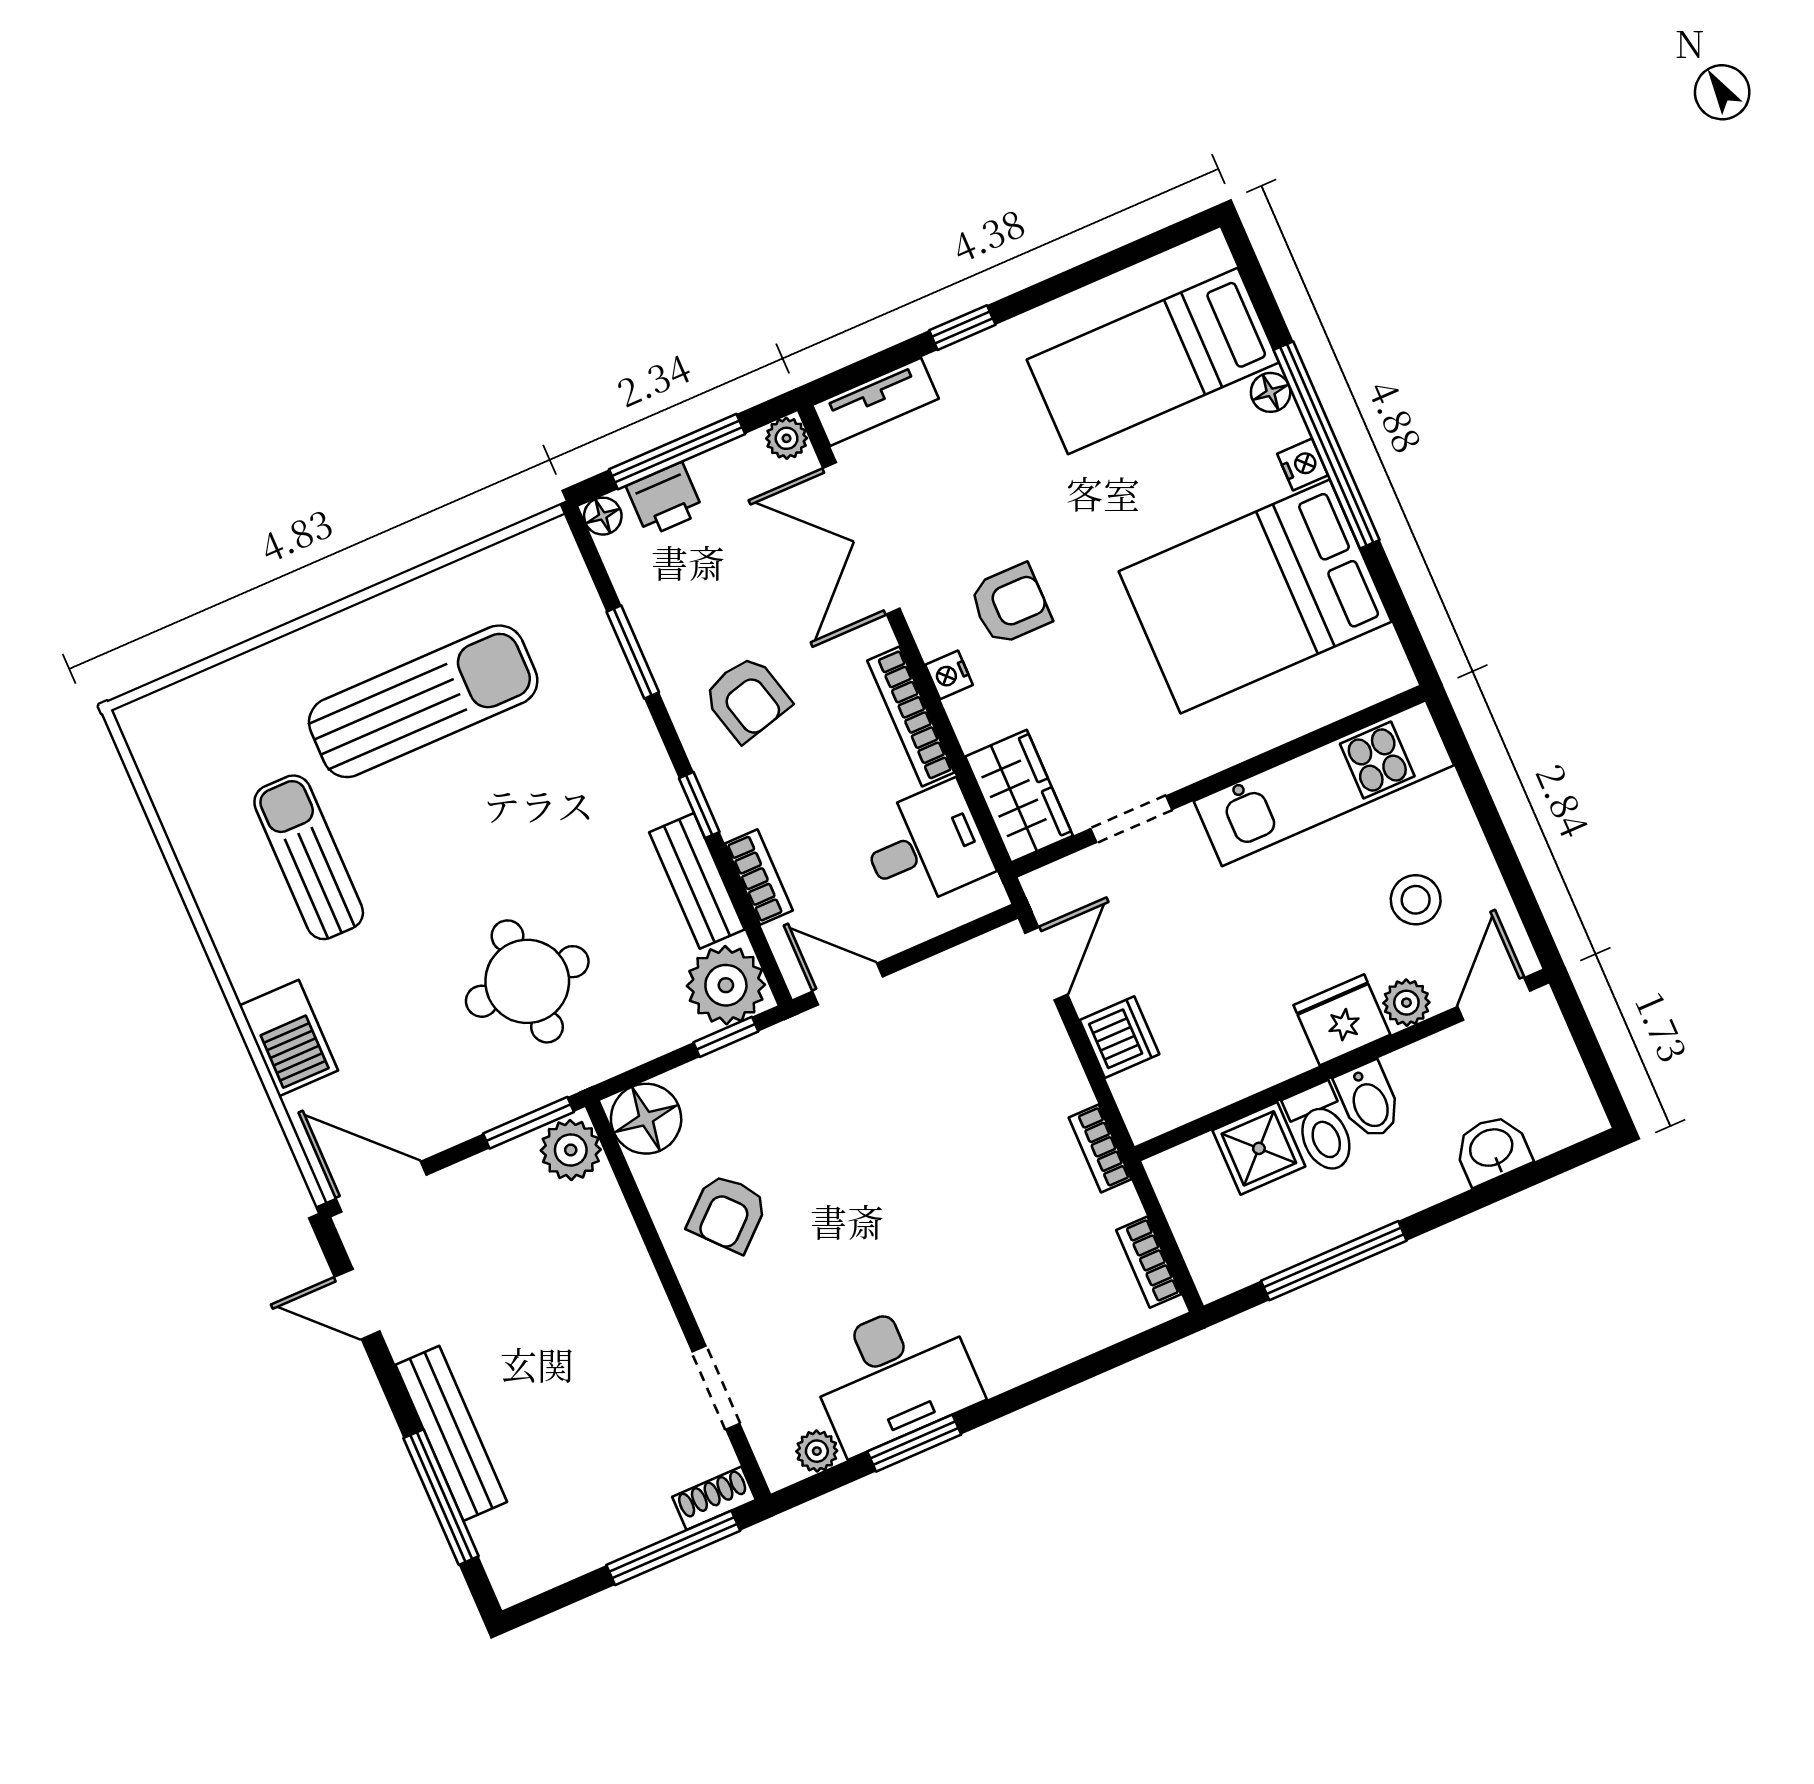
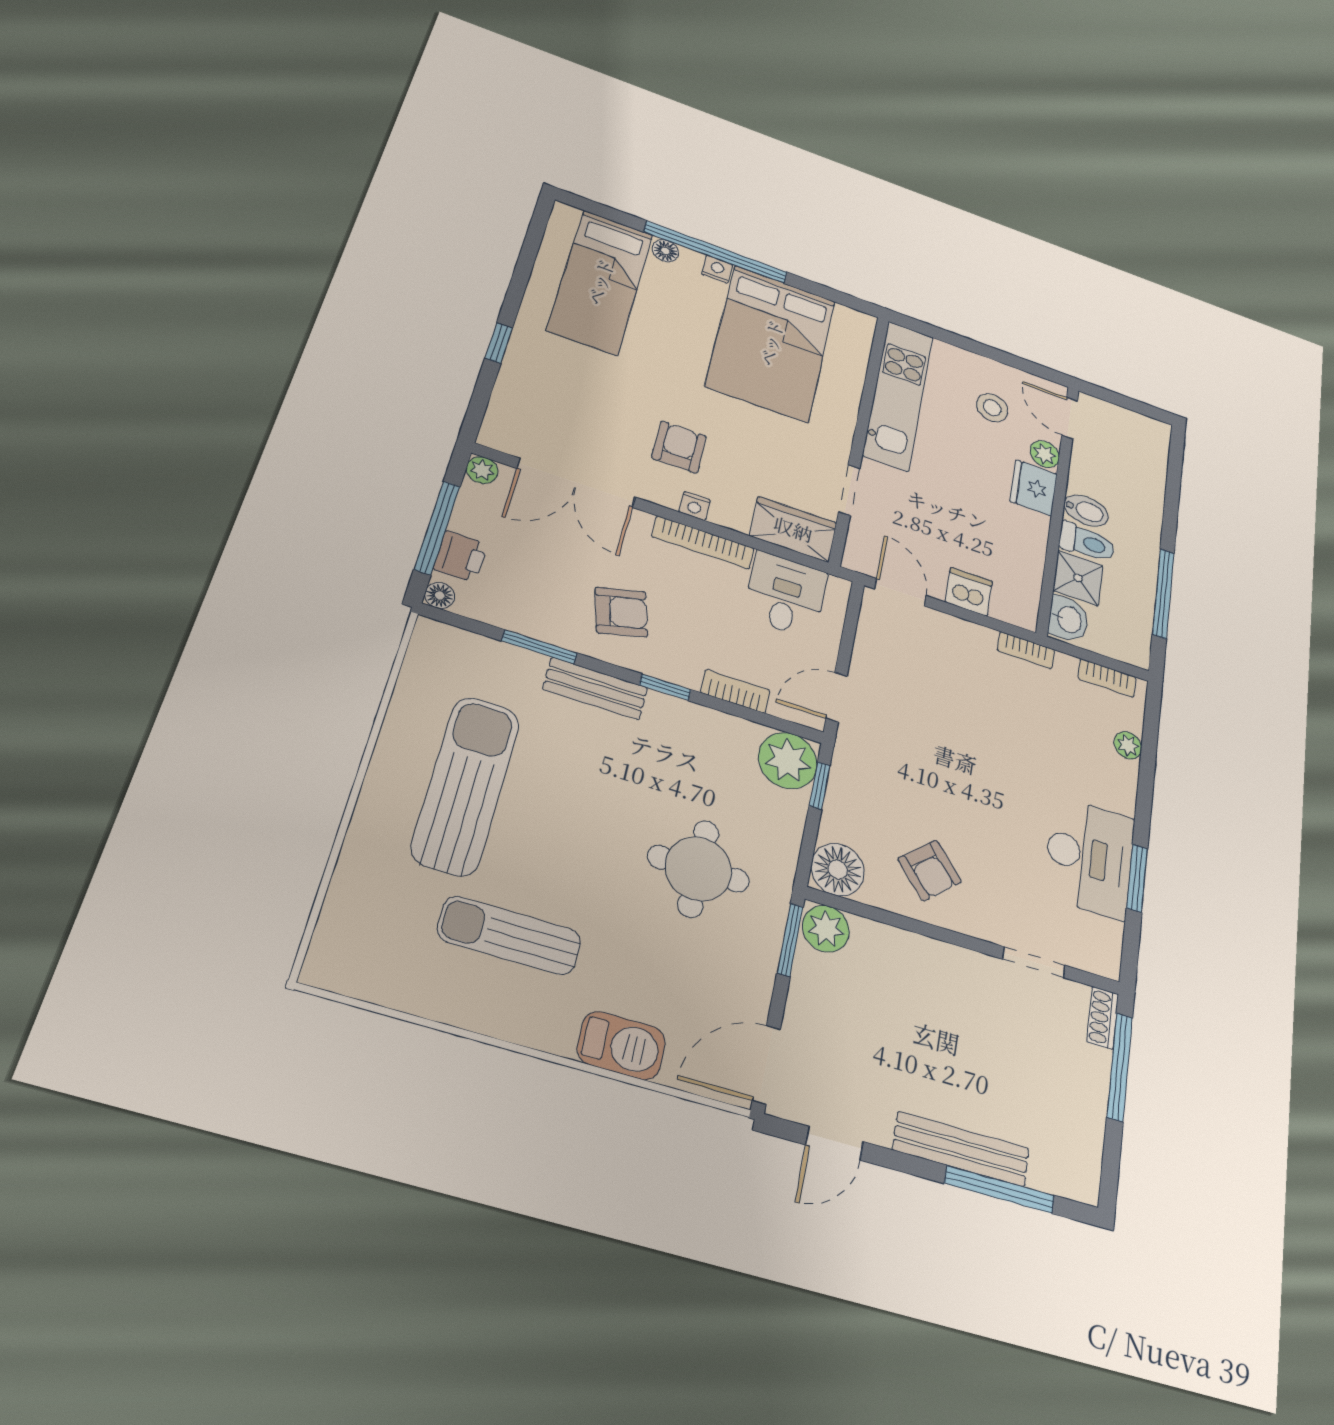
tv unit: (875, 402) -> (502, 414), removed
bench: (697, 881) -> (595, 689), moved
washbasin: (1492, 1149) -> (1068, 619), moved, turned 180
plant: (817, 1451) -> (1128, 745), moved

